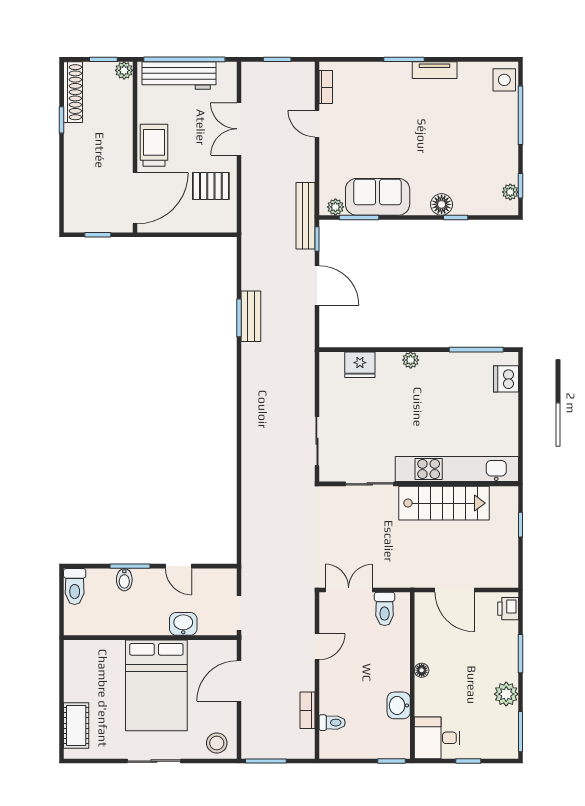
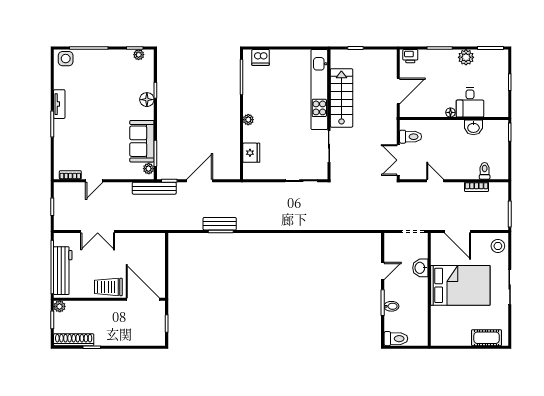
pallet: (211, 186) -> (135, 250), removed
desk: (437, 738) -> (470, 102), moved

